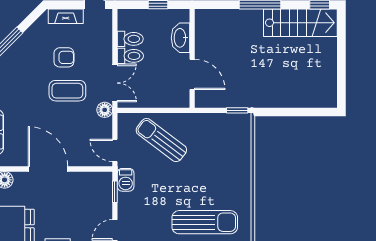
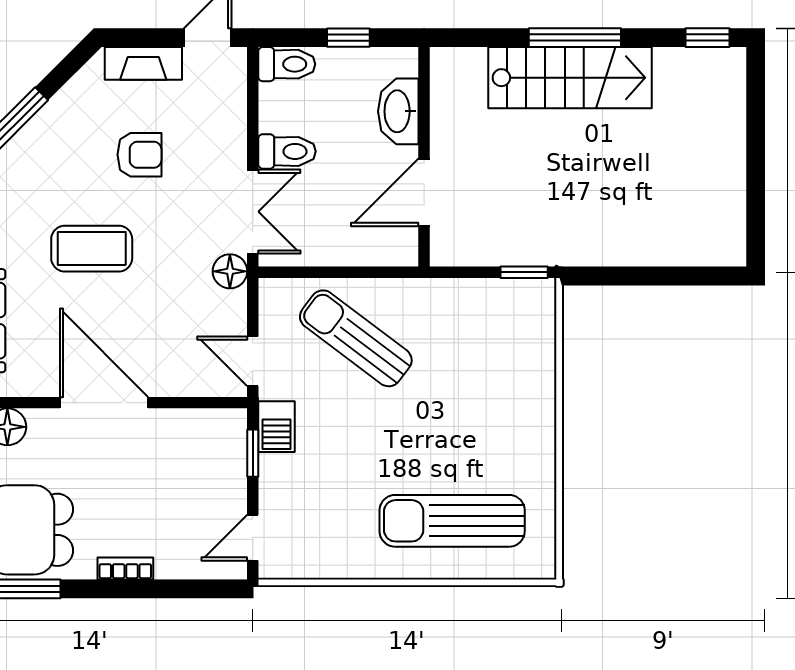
stairs: (300, 23) -> (570, 78), moved
toilet: (130, 39) -> (287, 64), moved
door: (192, 74) -> (424, 192), swing flipped
coffee table: (67, 91) -> (92, 249), moved
sun lounger: (205, 222) -> (452, 521), turned 180

